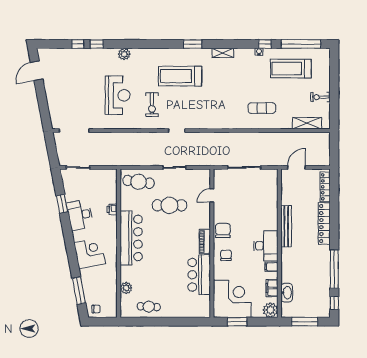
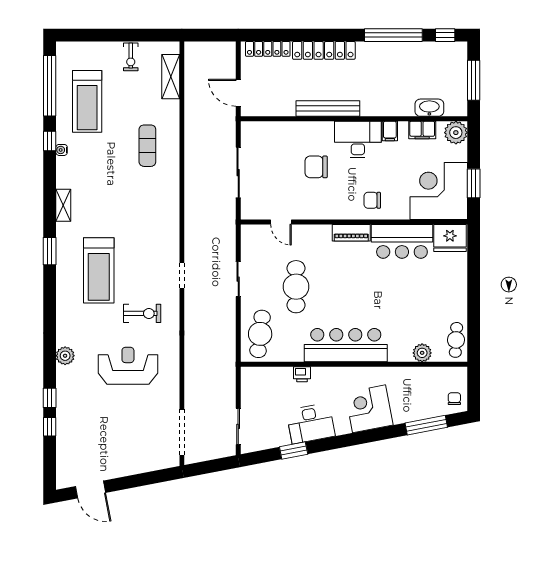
chair: (223, 230) -> (316, 167), moved
fridge: (201, 306) -> (450, 238), added
cafe table: (149, 307) -> (456, 340), moved

